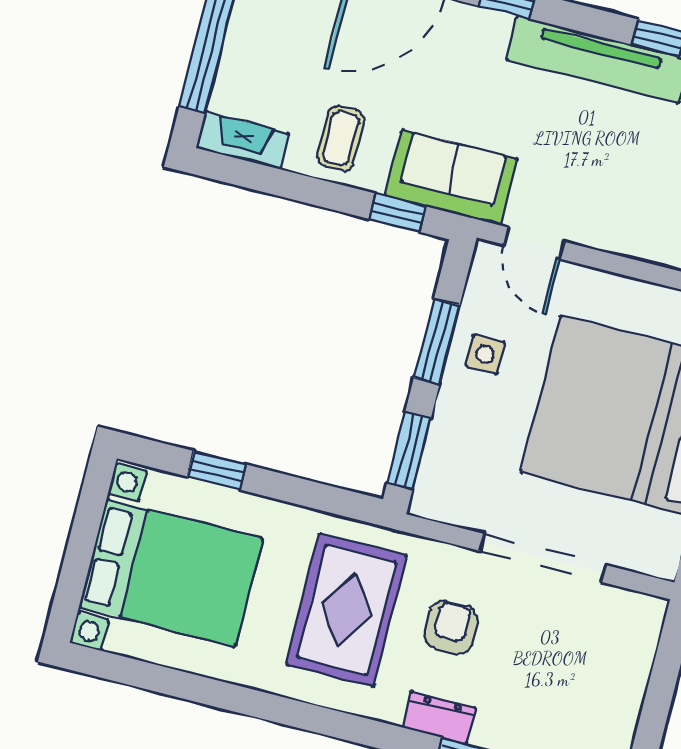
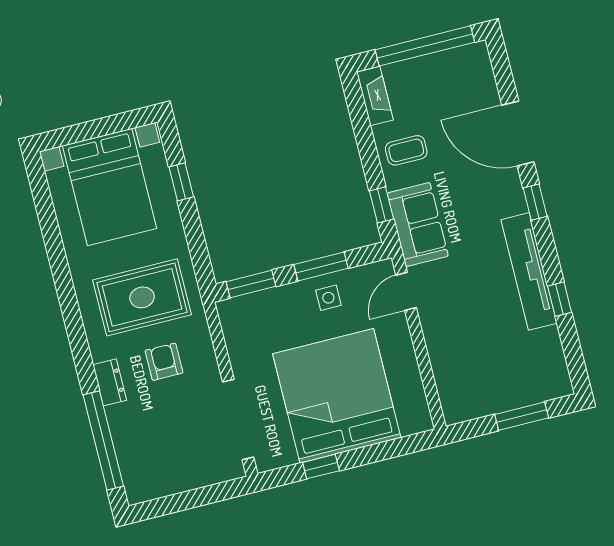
doorway: (542, 558) -> (238, 420), moved
armchair: (451, 628) -> (164, 362), turned -90

